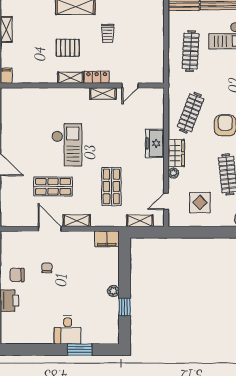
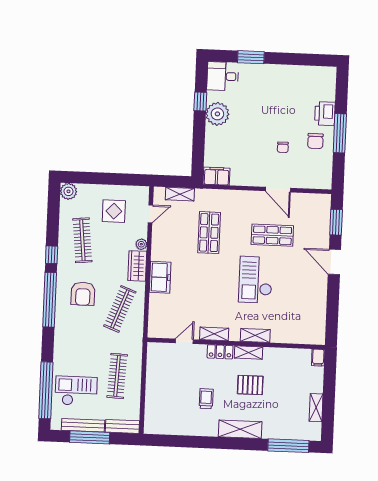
shelving: (77, 221) -> (255, 335), moved
chair: (17, 275) -> (315, 141), turned 90
plant: (113, 291) -> (217, 114), width x1.88, depth x1.88
desk: (68, 330) -> (223, 76), moved, turned -90

